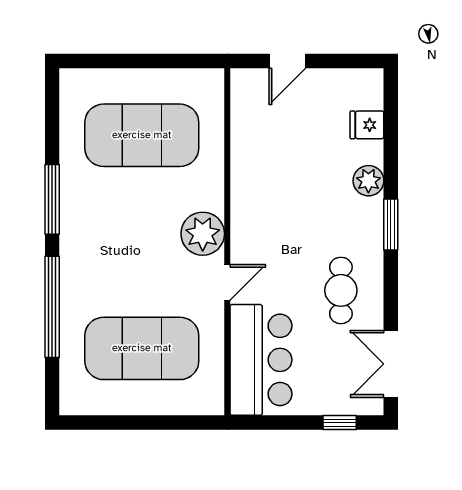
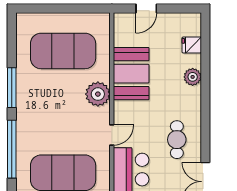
booth: (261, 175) -> (131, 74), added
window: (391, 224) -> (205, 102), removed
plant: (203, 234) -> (98, 94), moved

